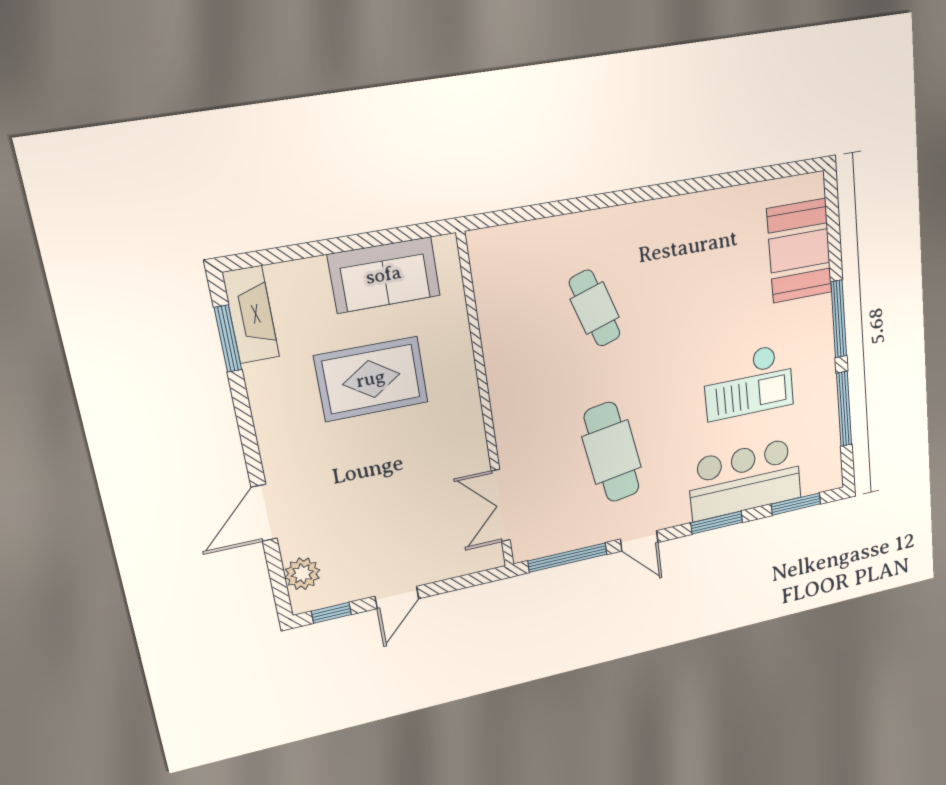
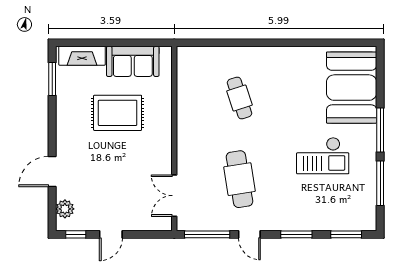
booth: (799, 251) -> (352, 88), width x1.36, depth x1.42
fireplace: (251, 315) -> (82, 56), moved, turned 90
bar counter: (745, 479) -> (316, 212), removed

